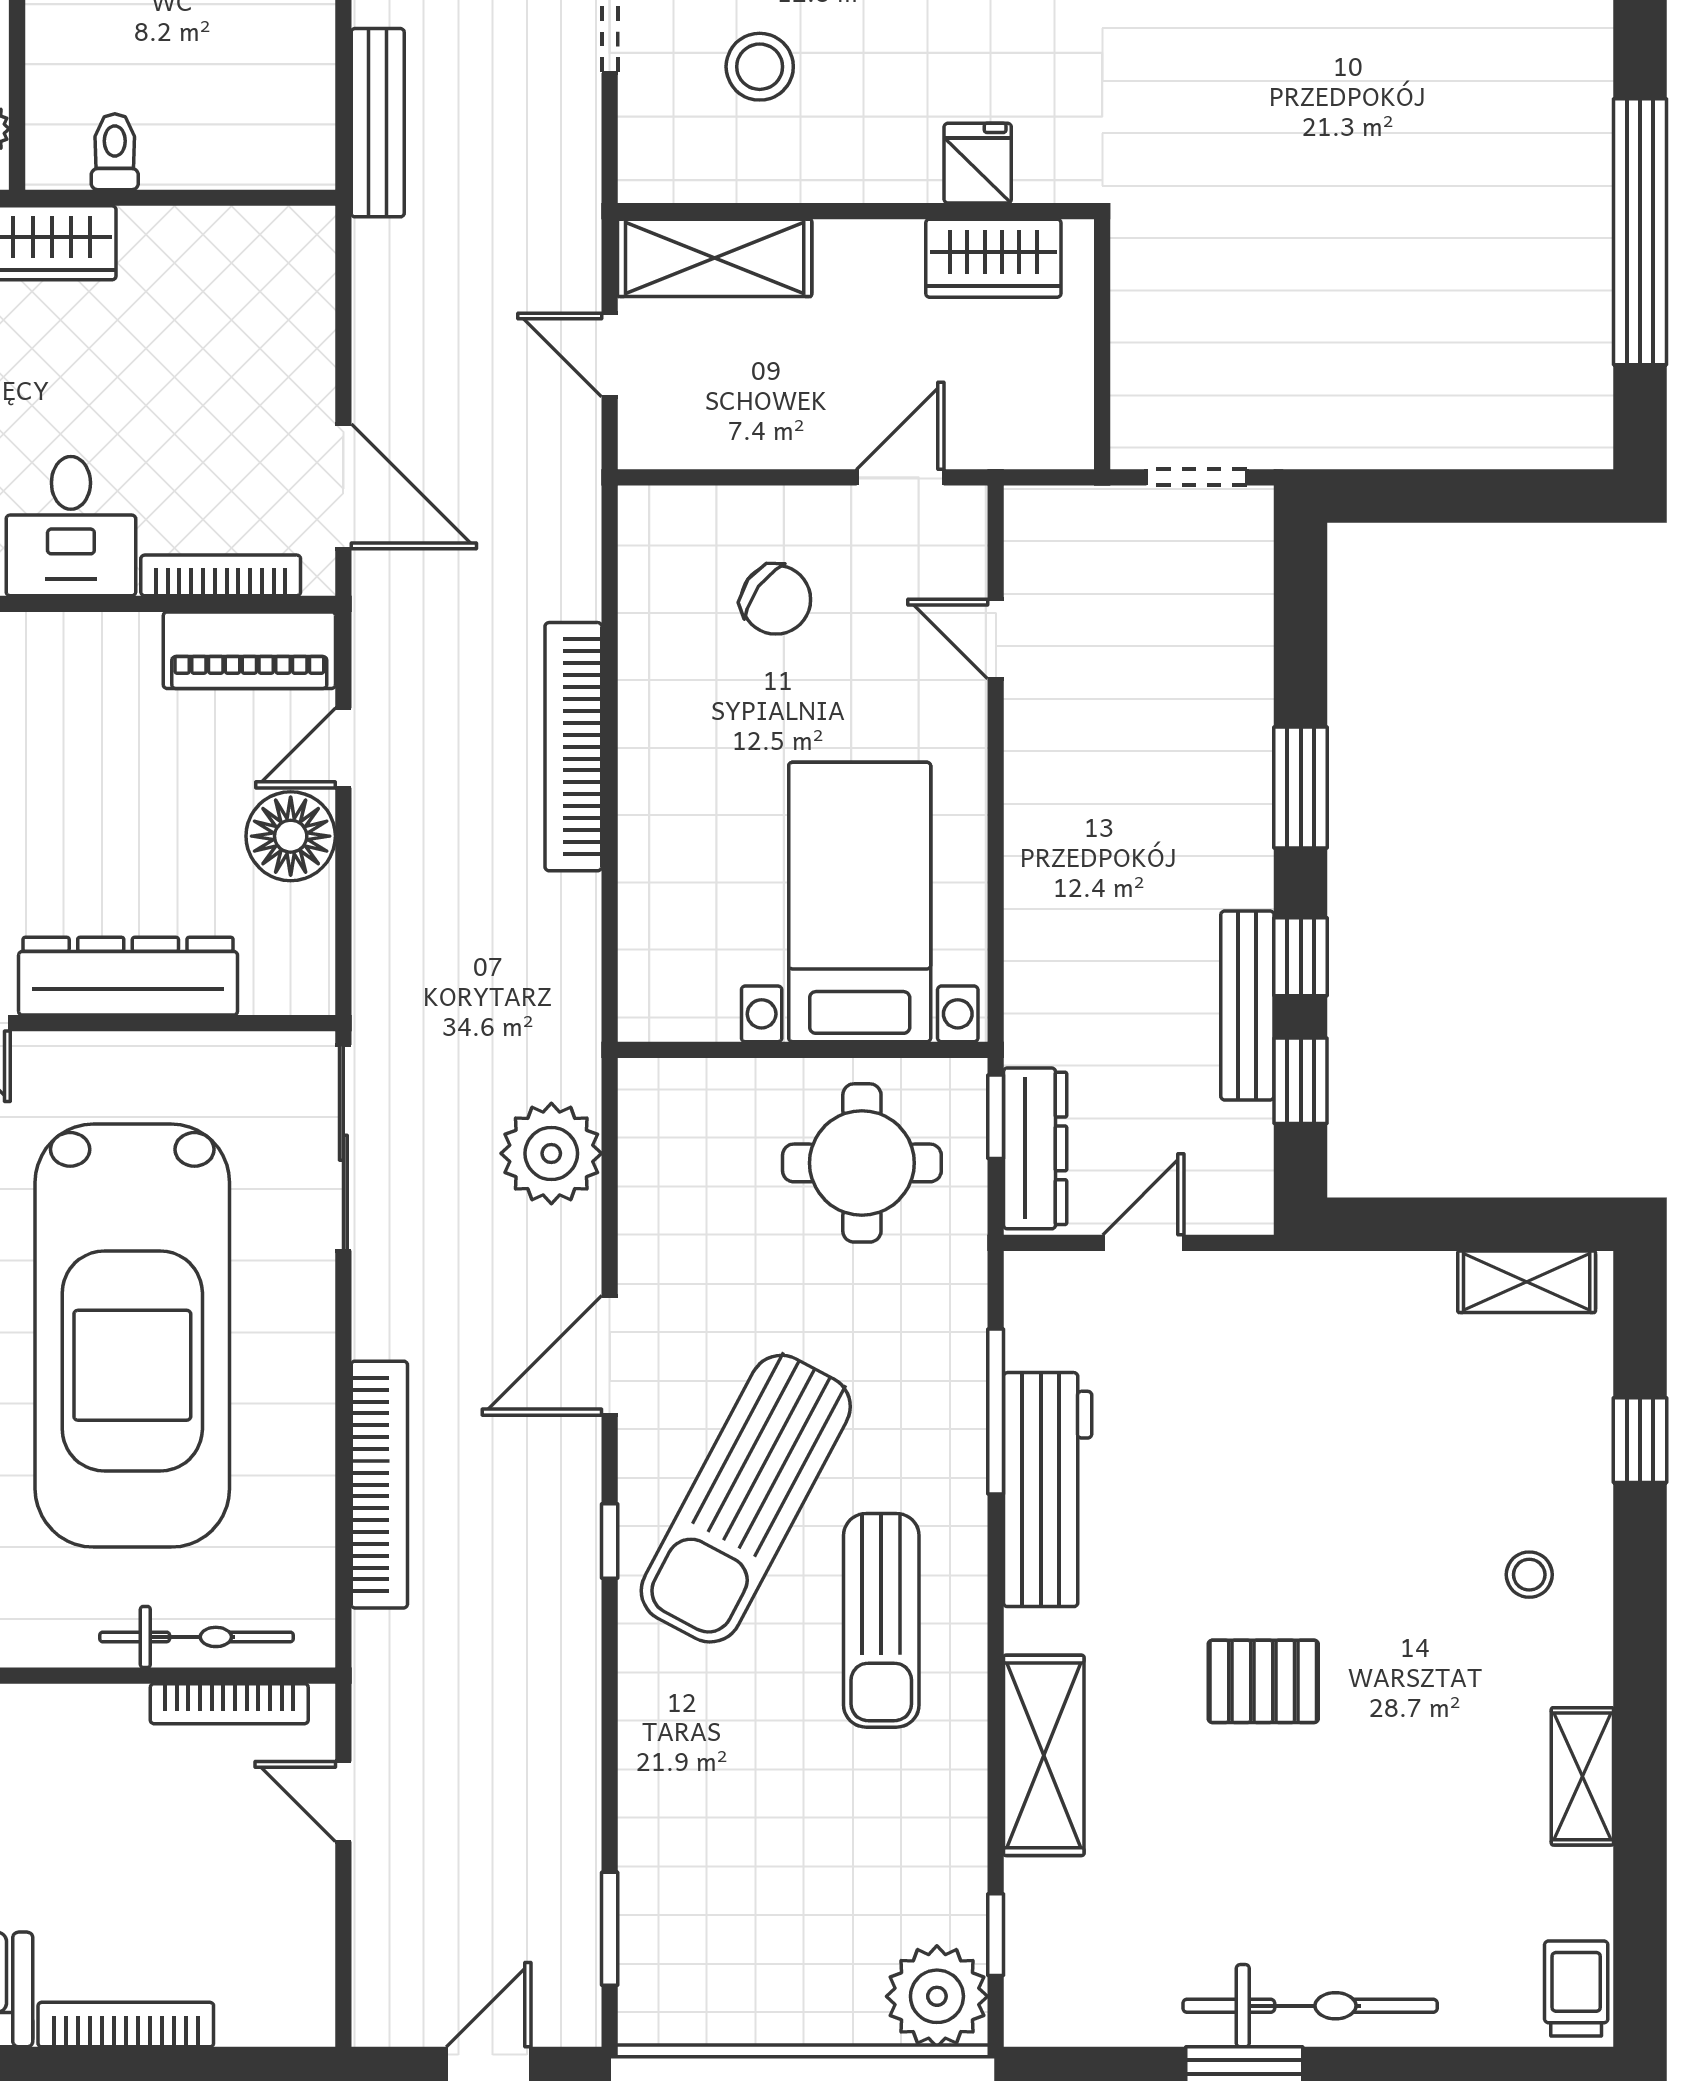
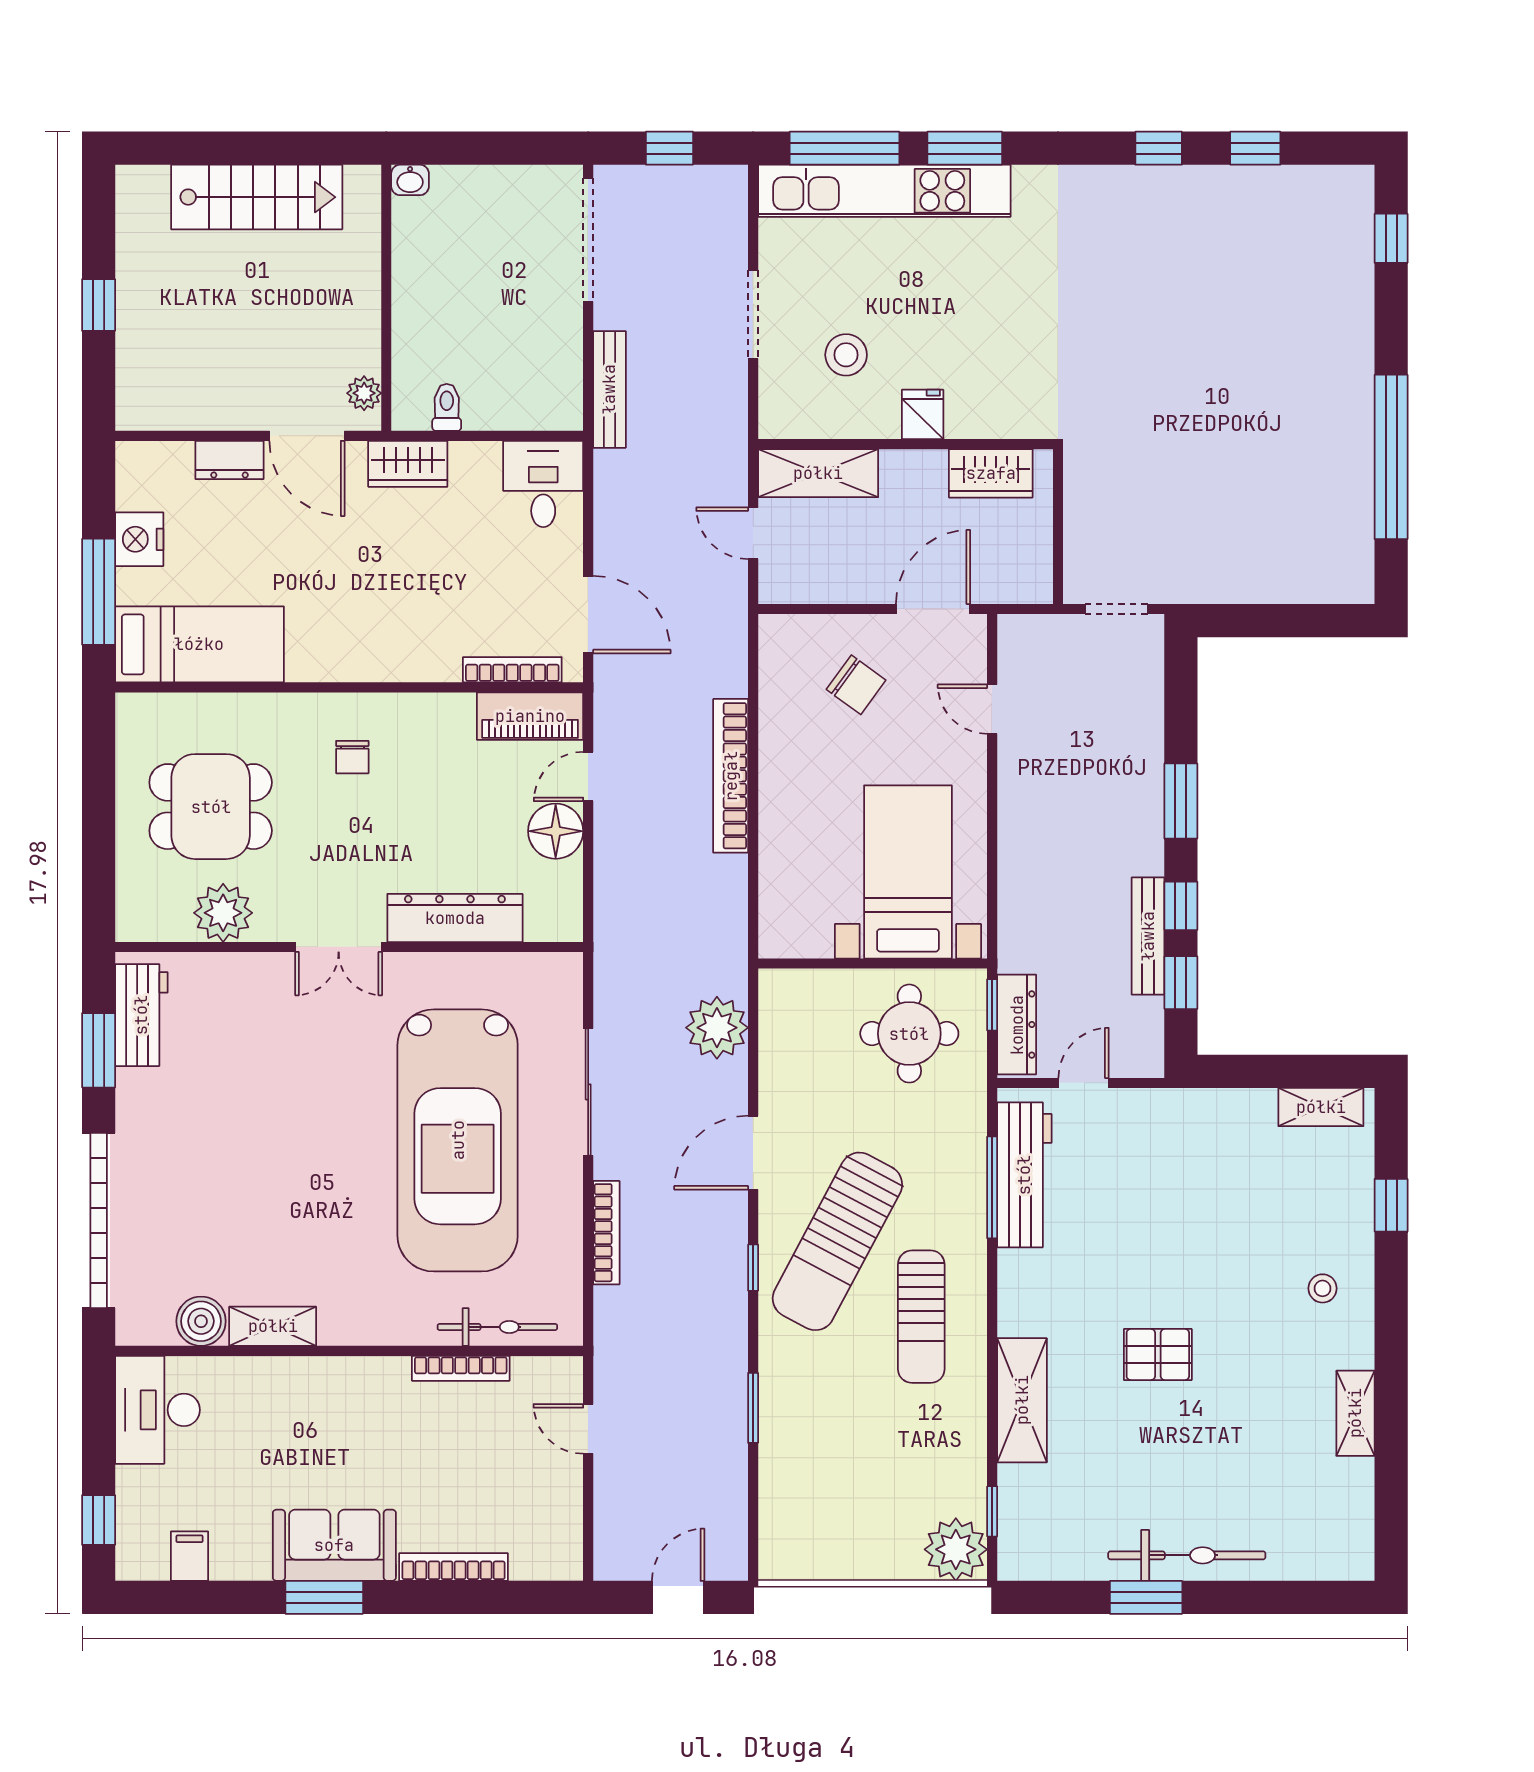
fridge: (978, 163) -> (923, 414), moved
door: (900, 477) -> (933, 609), width x1.38
desk: (71, 526) -> (543, 484), moved, turned 180
sliding door: (343, 1148) -> (588, 1092), moved
bookcase: (379, 1485) -> (606, 1233), width x0.68, depth x0.76
workbench: (1048, 1490) -> (1024, 1175), moved
bookcase: (229, 1704) -> (461, 1368), moved
window: (610, 1929) -> (753, 1408), moved
trolley: (1576, 1989) -> (1352, 1545), removed

